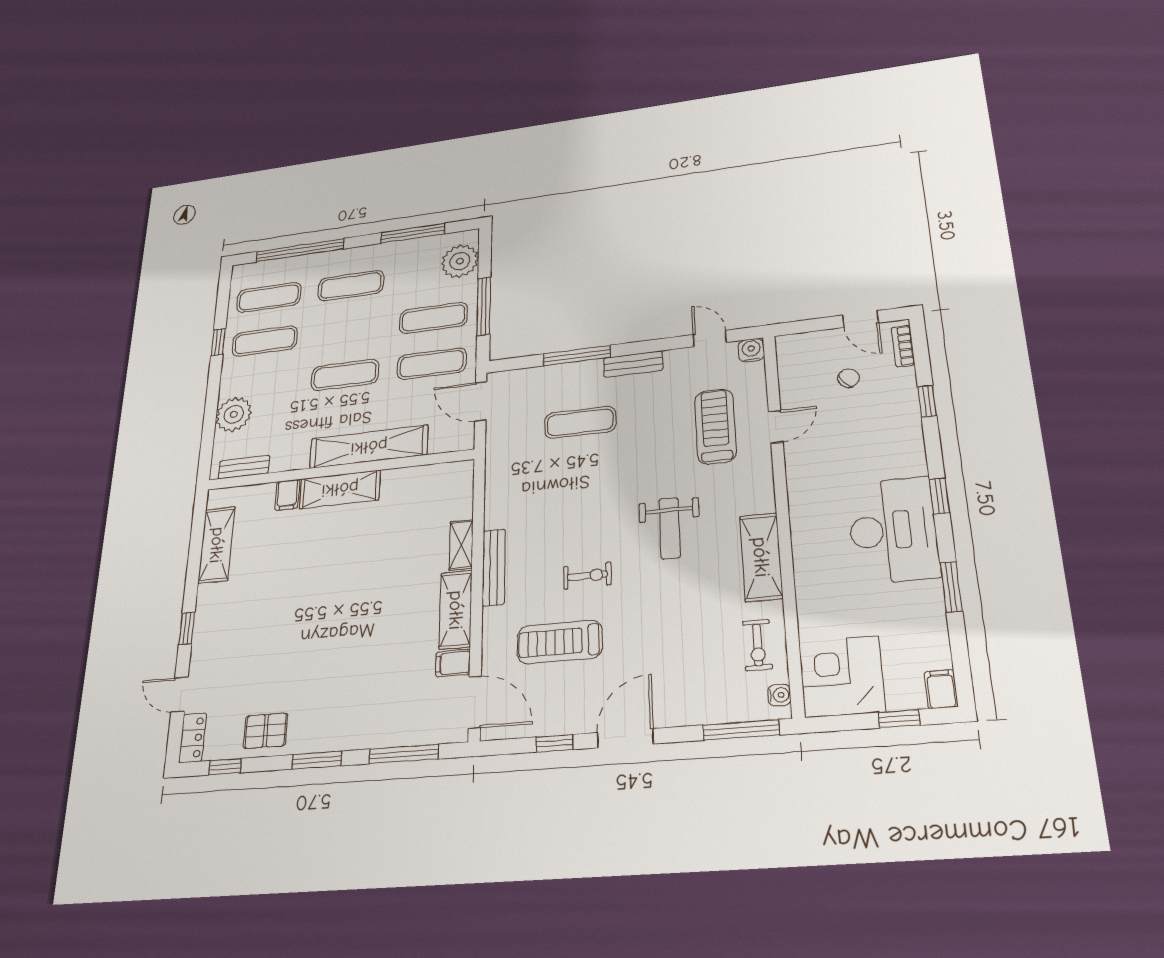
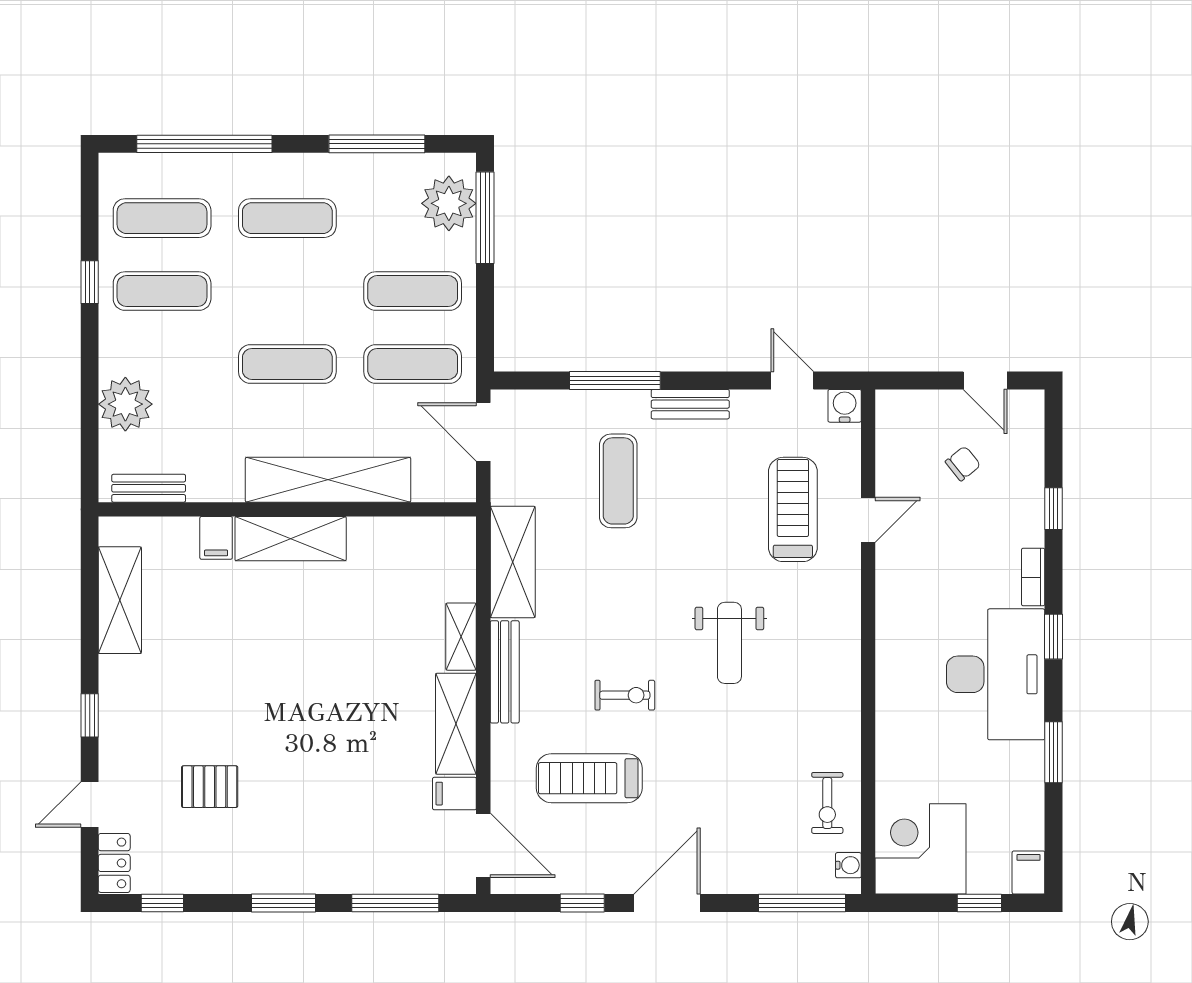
window: (484, 306) -> (485, 218), moved
bookcase: (903, 346) -> (1033, 577), moved
exercise mat: (580, 422) -> (618, 481), turned 90
shelving: (761, 557) -> (513, 562), moved
door: (180, 694) -> (90, 805), hinge flipped
pallet: (266, 731) -> (210, 787), moved

